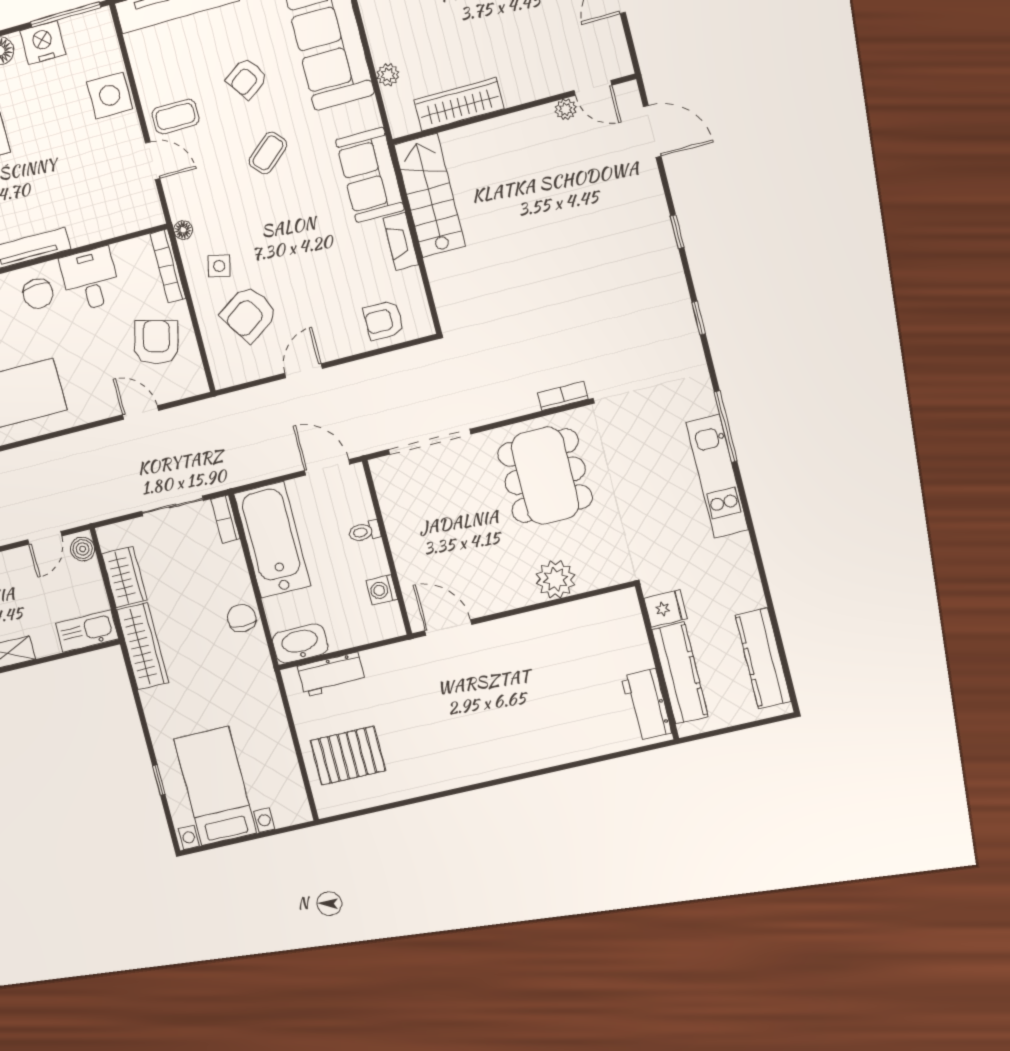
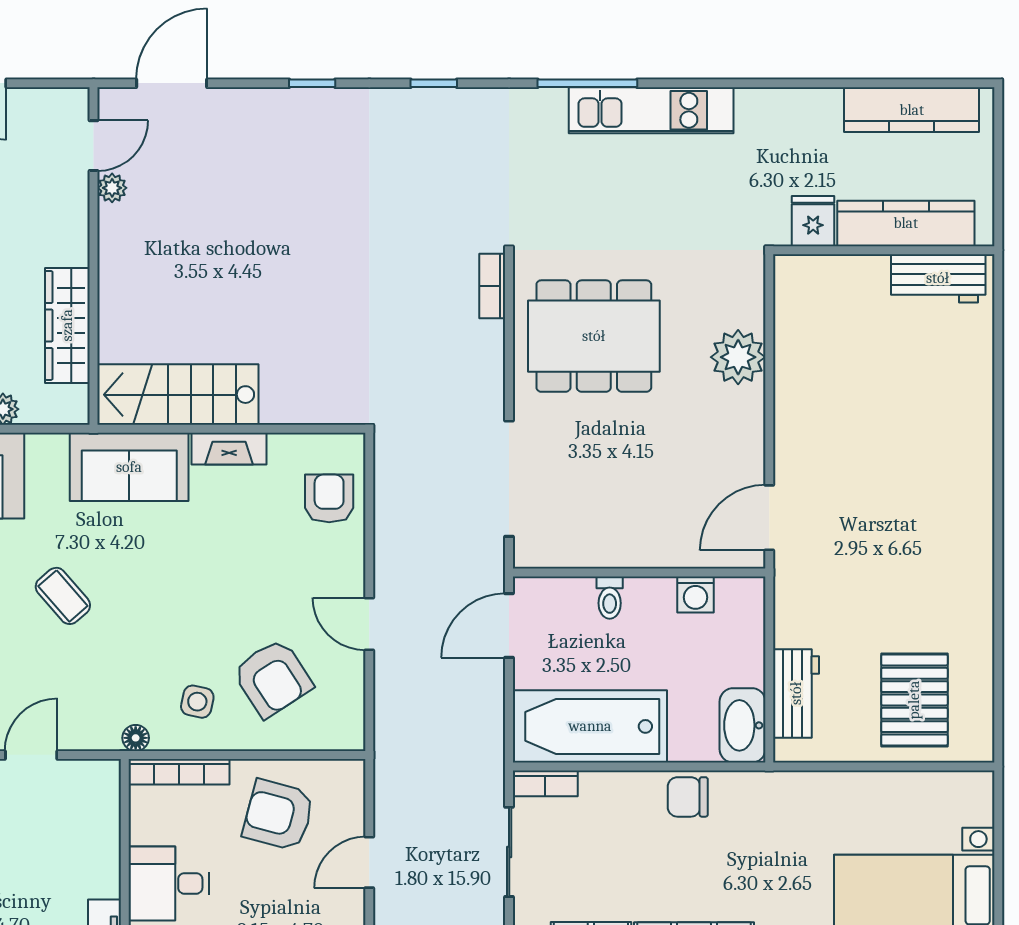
armchair: (384, 320) -> (329, 498), turned 180

